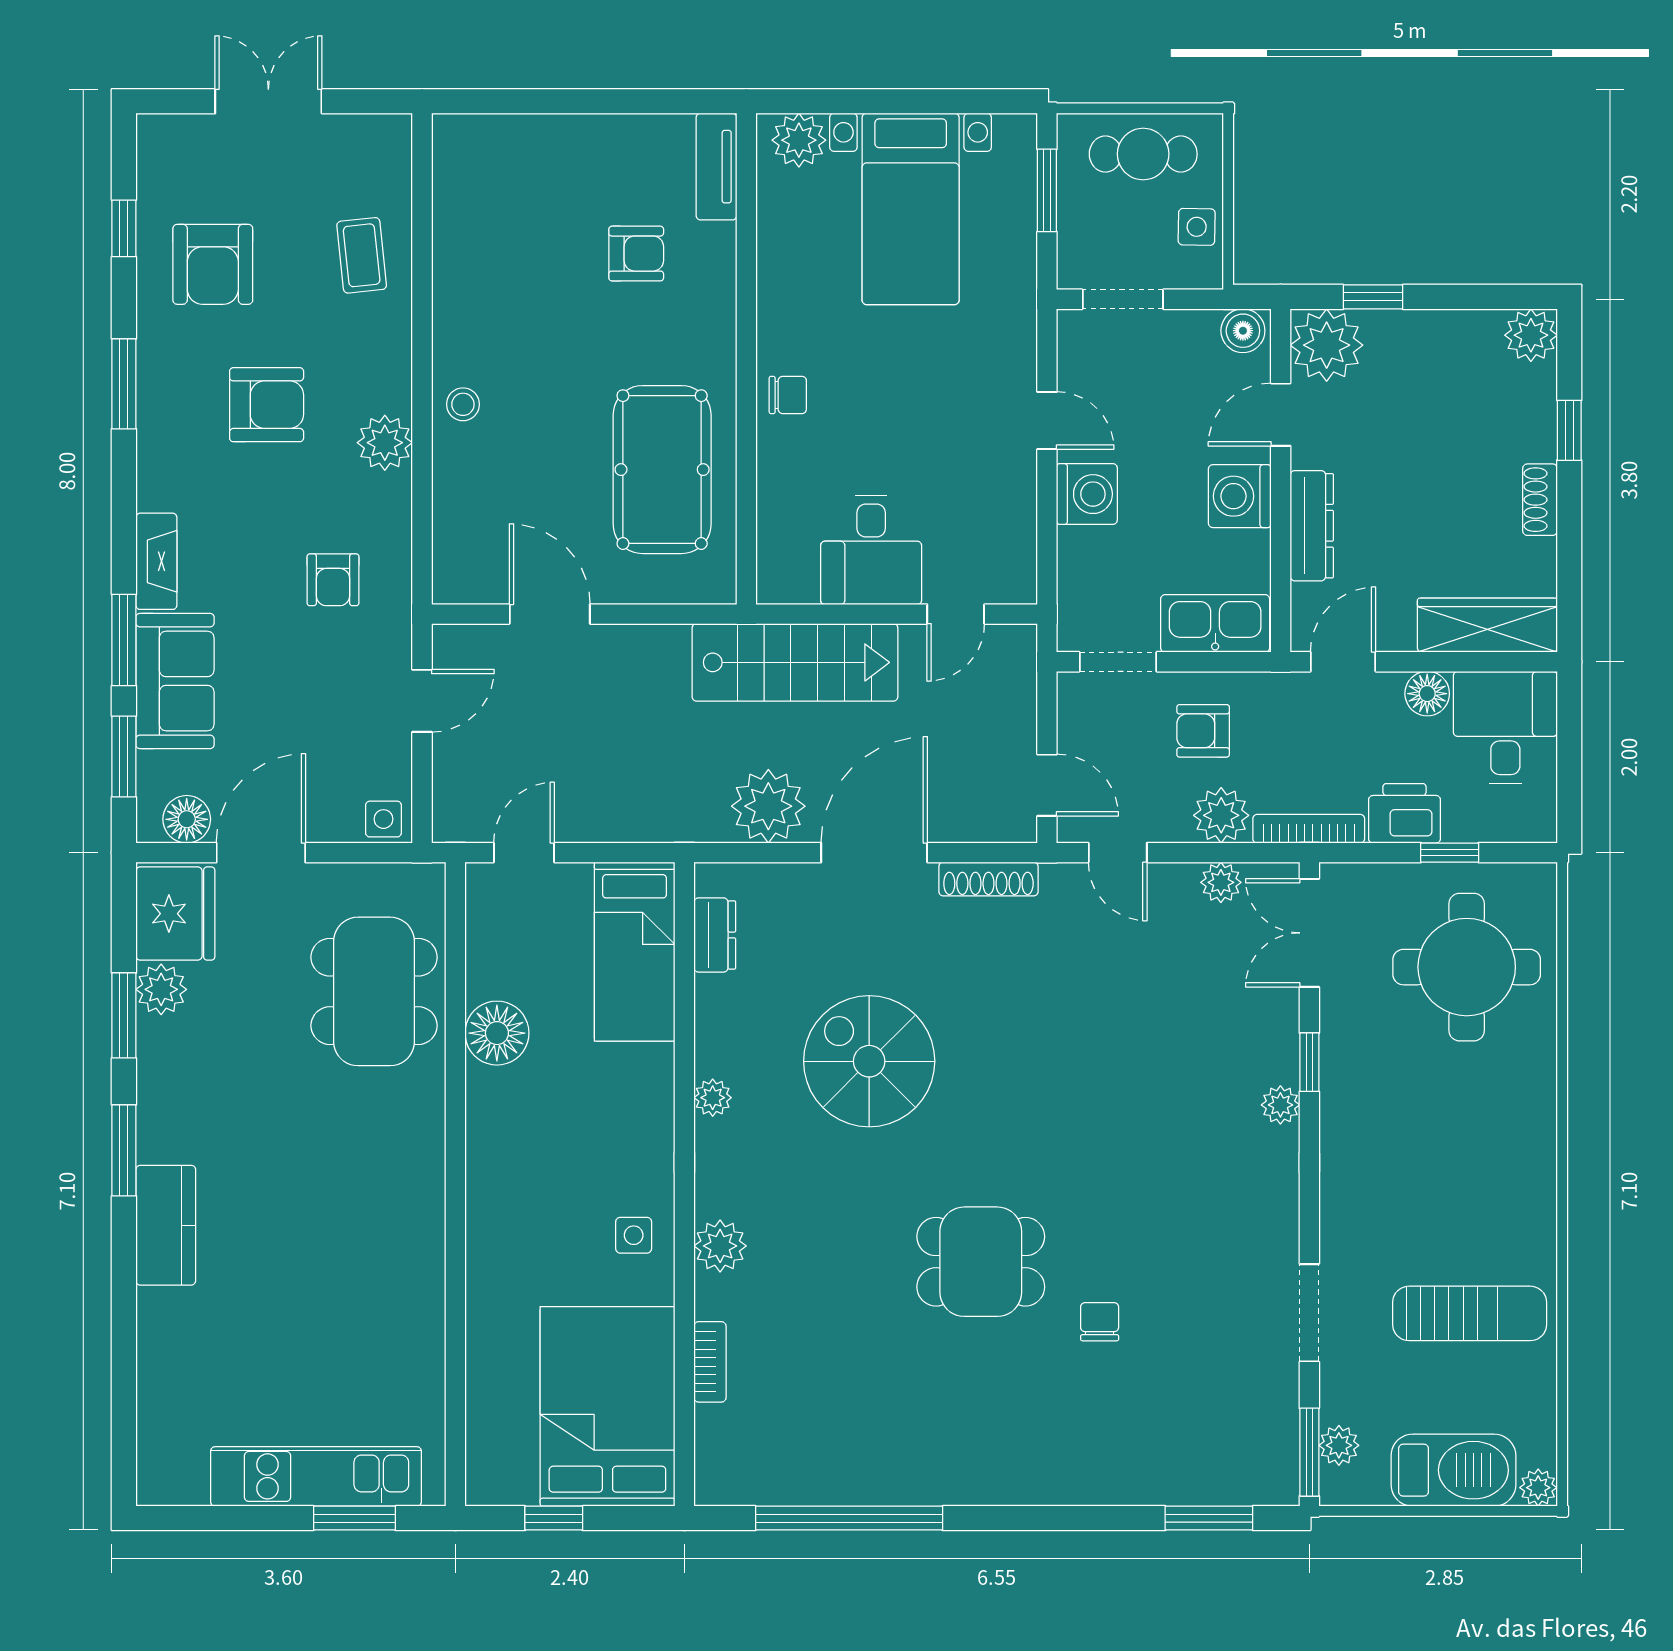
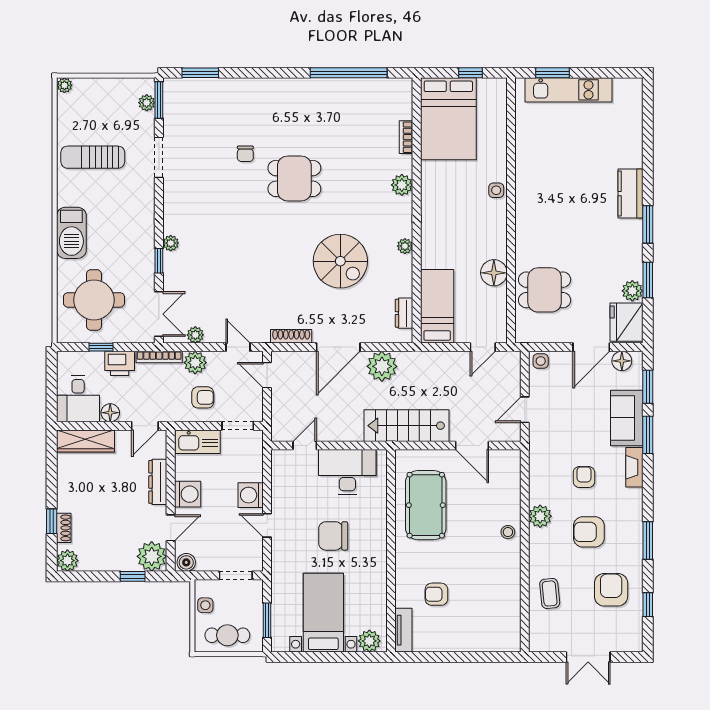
chair: (788, 395) -> (333, 536), moved, width x1.87, depth x1.87
shoe rack: (1540, 500) -> (64, 528), moved
desk: (871, 550) -> (347, 472), width x1.37
armchair: (333, 580) -> (584, 477), moved
stairs: (795, 662) -> (407, 426), moved
dining table: (374, 991) -> (545, 290), width x0.73
side table: (634, 1235) -> (496, 190), moved
barbecue: (1453, 1470) -> (71, 233), moved, turned -90

